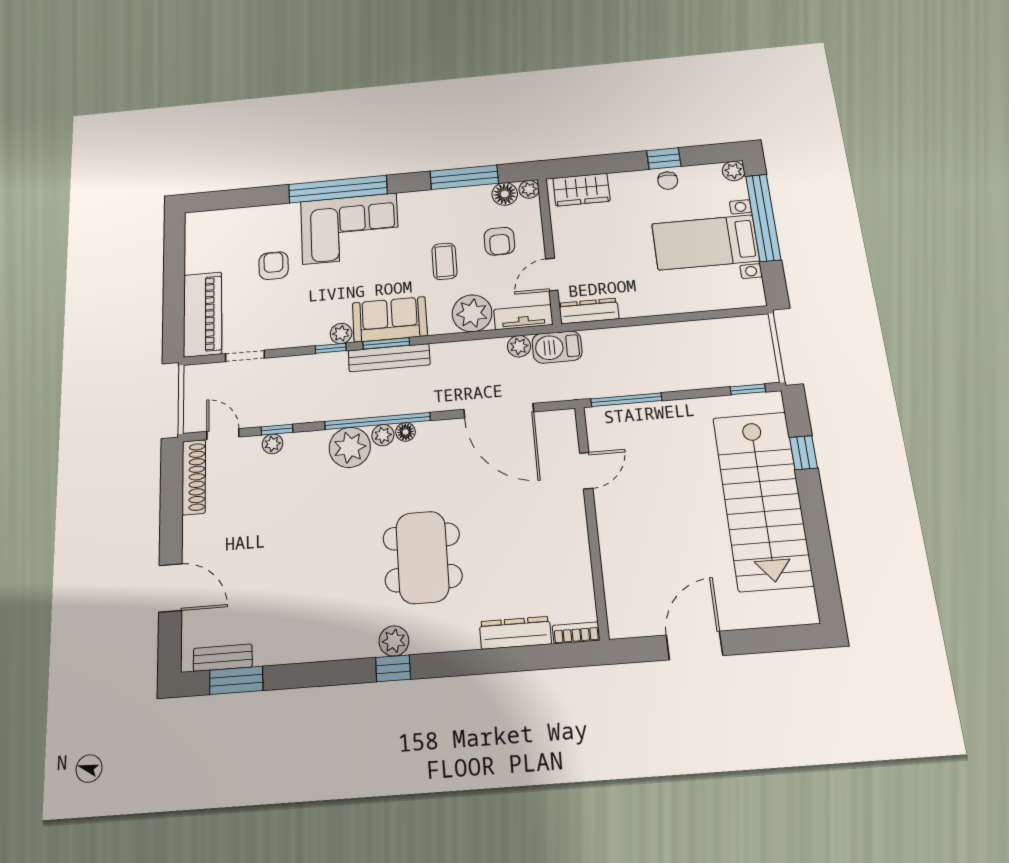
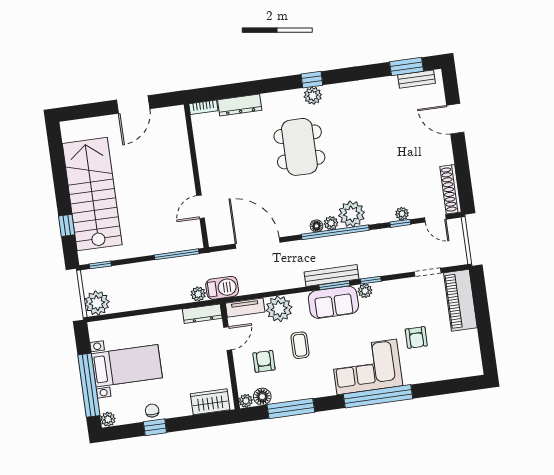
plant: (752, 333) -> (97, 303), added
plant: (519, 346) -> (198, 294), moved

